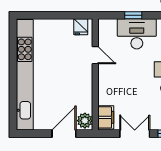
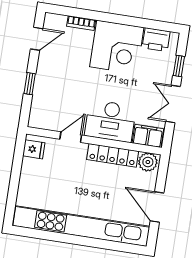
desk: (137, 34) -> (110, 121), moved, turned -90
locker: (86, 91) -> (113, 155), added
door: (64, 134) -> (157, 207), moved

